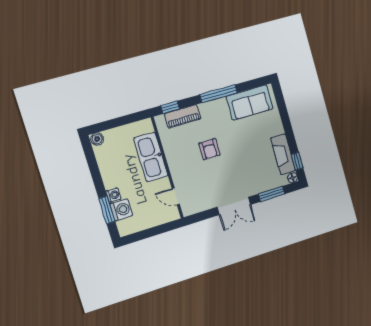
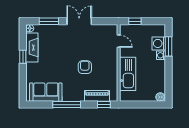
window: (297, 161) -> (23, 57), moved
window: (162, 229) -> (135, 21), added

